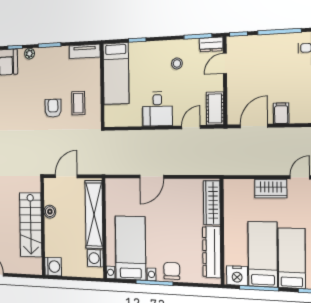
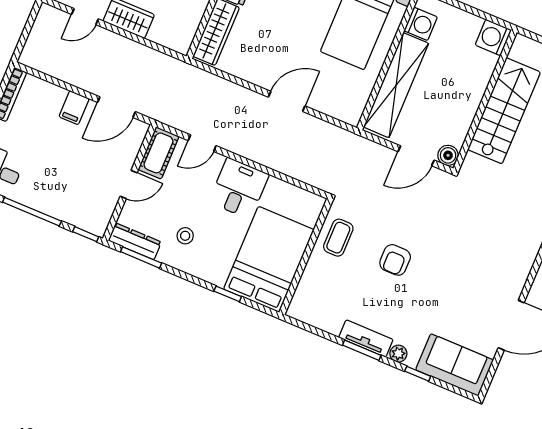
dresser: (211, 44) -> (135, 241), width x1.44
tv unit: (85, 51) -> (366, 338), moved
door: (225, 63) -> (129, 185), moved
bed: (116, 74) -> (269, 259), width x1.50
coffee table: (78, 103) -> (338, 238), moved
boiler: (50, 212) -> (448, 155), moved

